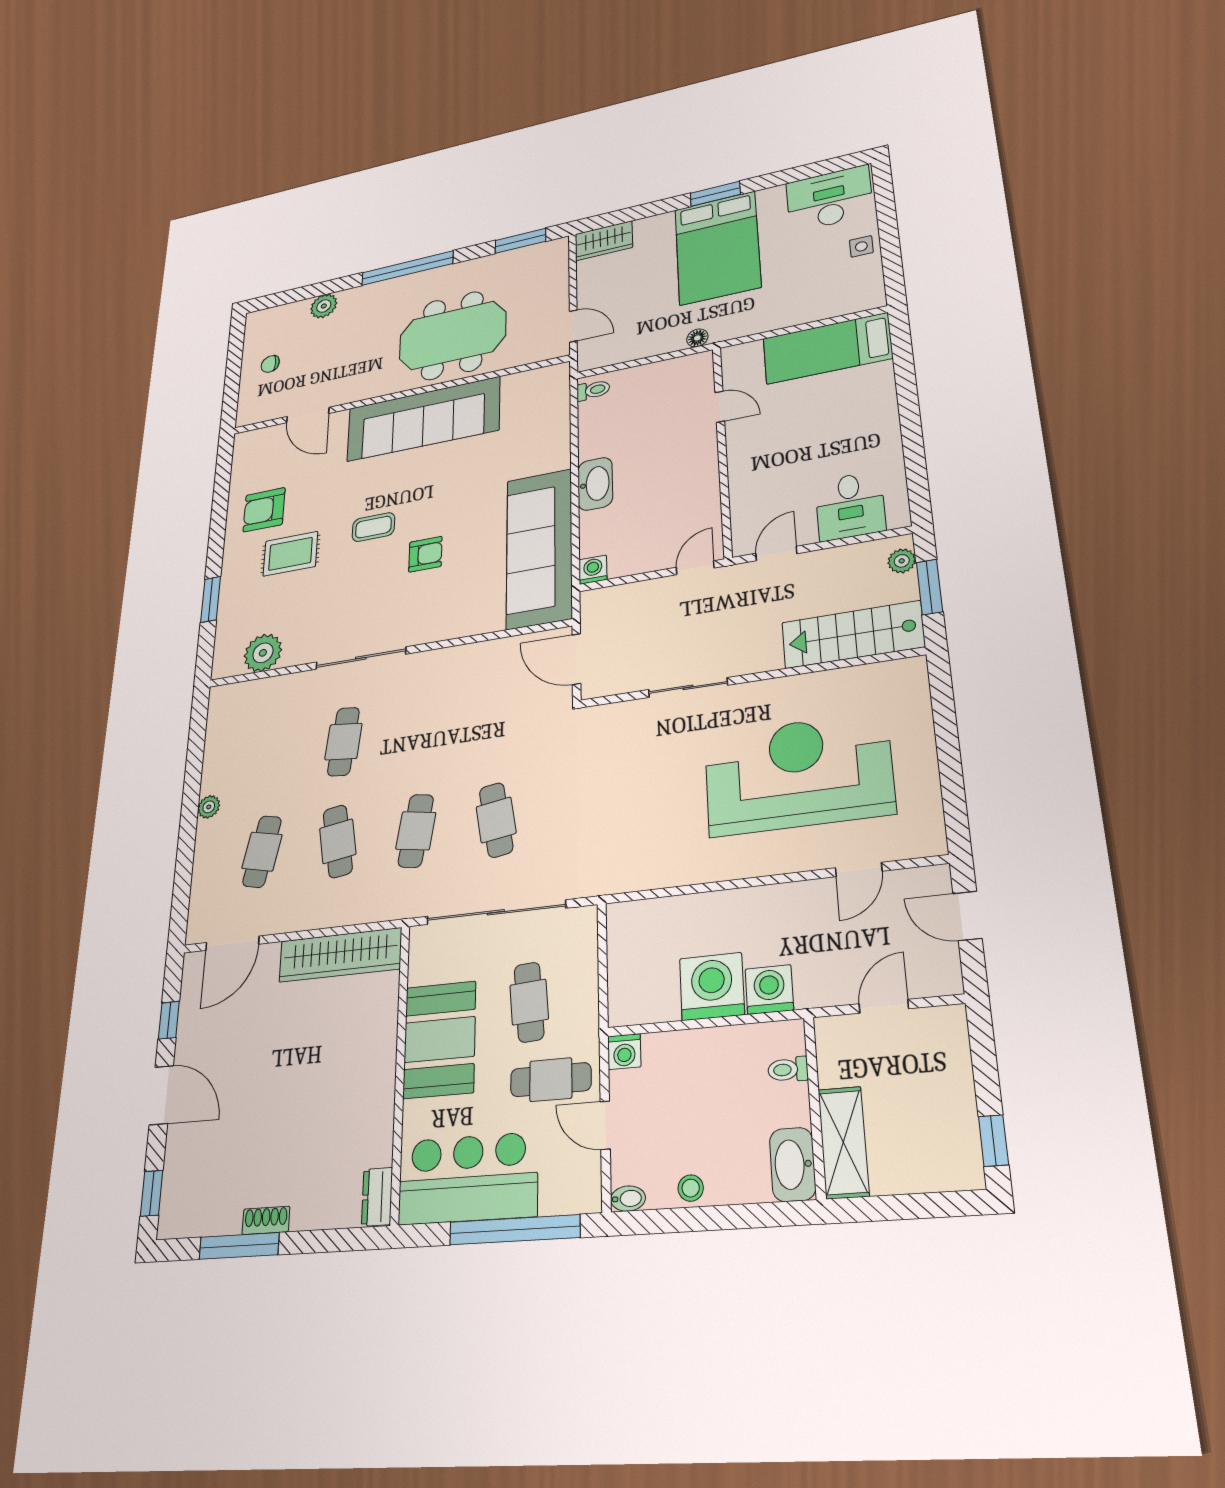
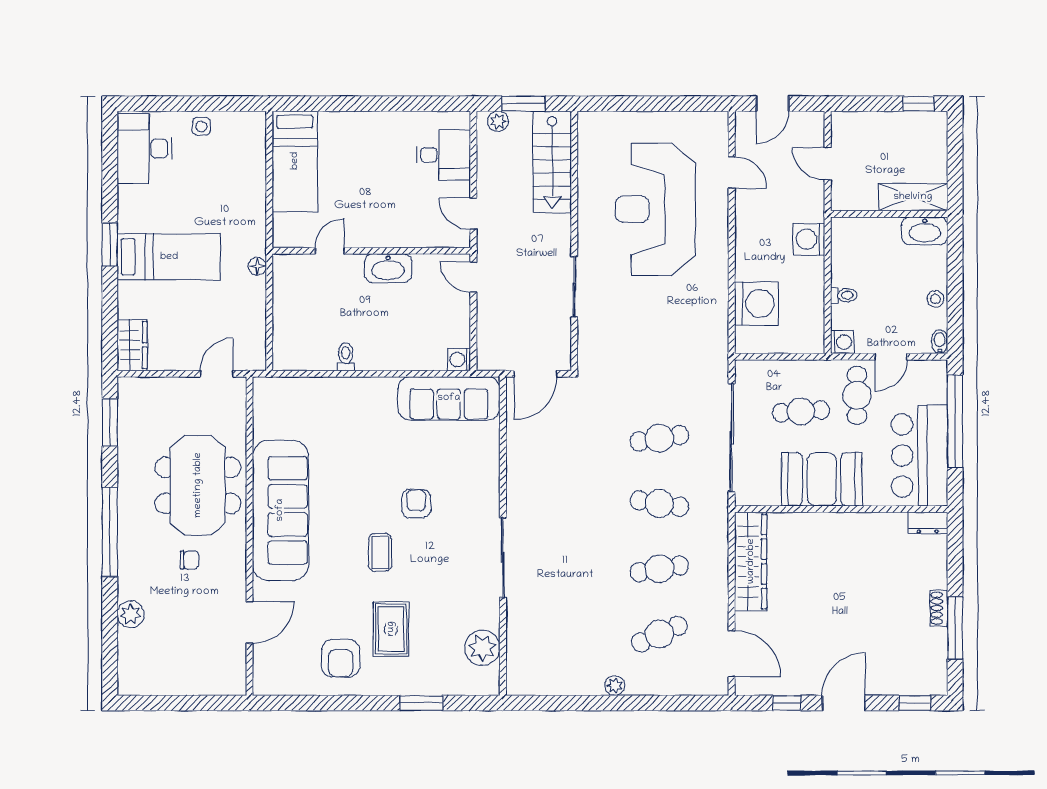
bed: (717, 248) -> (169, 257), width x0.67
chair: (270, 364) -> (189, 560), moved, turned -90
toilet: (593, 390) -> (346, 357), moved
washbasin: (595, 484) -> (388, 268), moved, turned 180
sofa: (539, 548) -> (449, 398), width x0.74, depth x0.79
cafe table: (343, 742) -> (575, 569), removed
cafe table: (262, 852) -> (659, 634), turned -36
washing machine: (712, 986) -> (756, 303), moved, turned 180
toilet: (788, 1070) -> (844, 295), moved, turned -90

